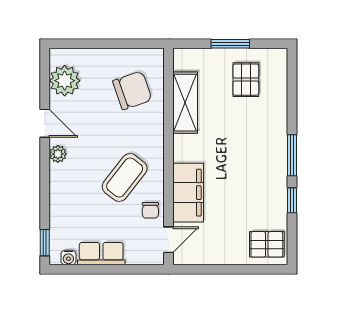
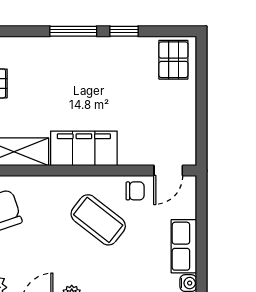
filing cabinet: (188, 193) -> (84, 148), moved
door: (168, 240) -> (168, 171), swing flipped

